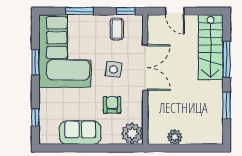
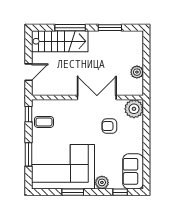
double door: (145, 68) -> (97, 98), moved
side table: (113, 69) -> (79, 125), removed
plant: (47, 96) -> (102, 182), added
sofa: (80, 133) -> (133, 171), moved

